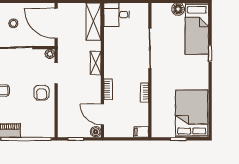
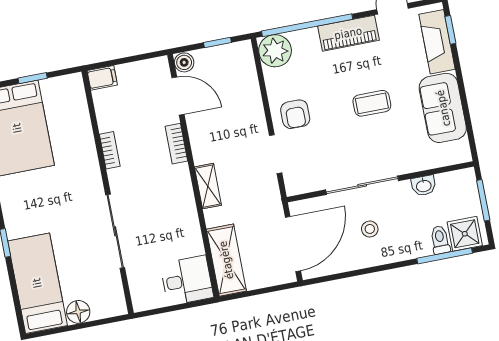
door: (56, 23) -> (293, 244), hinge flipped
plant: (50, 54) -> (275, 51), moved, width x1.87, depth x1.87
armchair: (41, 93) -> (295, 114), turned 180

